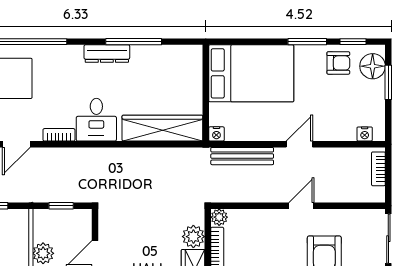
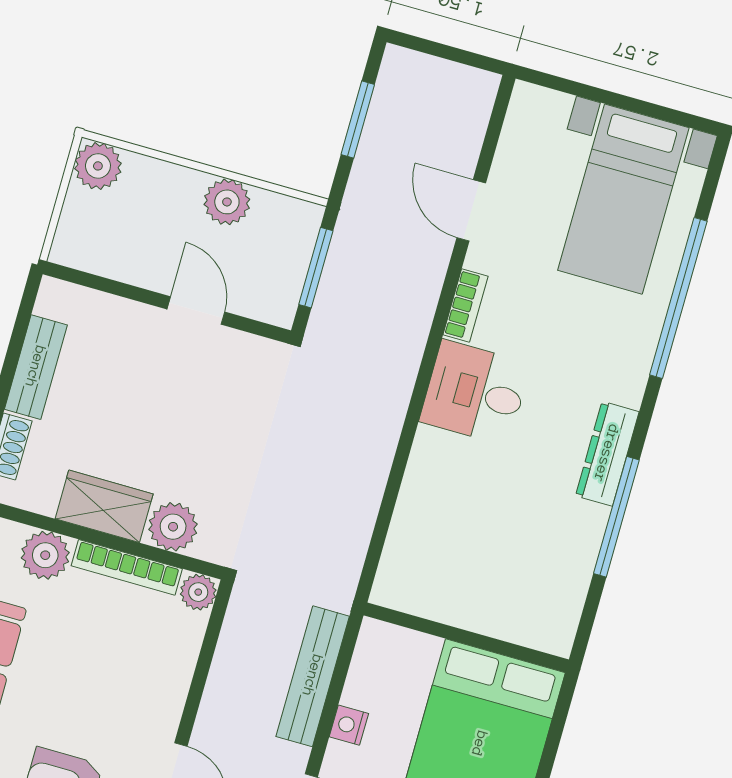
wardrobe: (162, 128) -> (418, 526), removed
nightstand: (216, 134) -> (349, 725), moved
window: (61, 206) -> (316, 268), width x1.50

